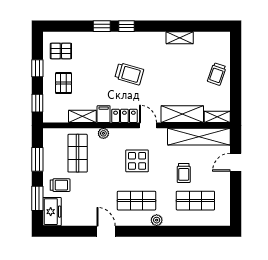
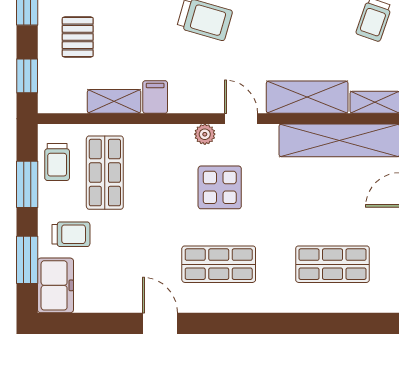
locker: (124, 116) -> (195, 100), removed
plant: (103, 133) -> (205, 134), moved
trolley: (184, 173) -> (57, 162), moved
plant: (157, 220) -> (258, 302), removed

